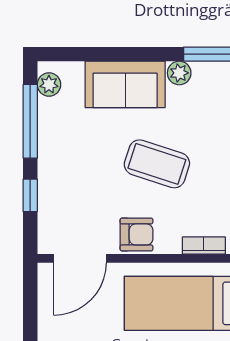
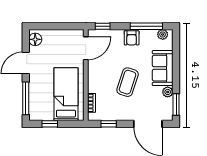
window: (30, 195) -> (103, 26), moved
armchair: (136, 234) -> (132, 38), moved
door: (80, 258) -> (86, 48), swing flipped

